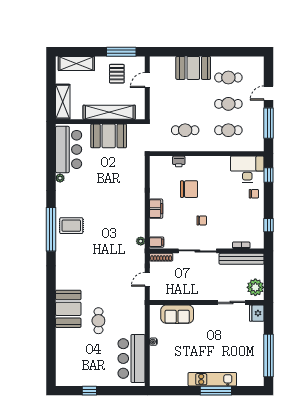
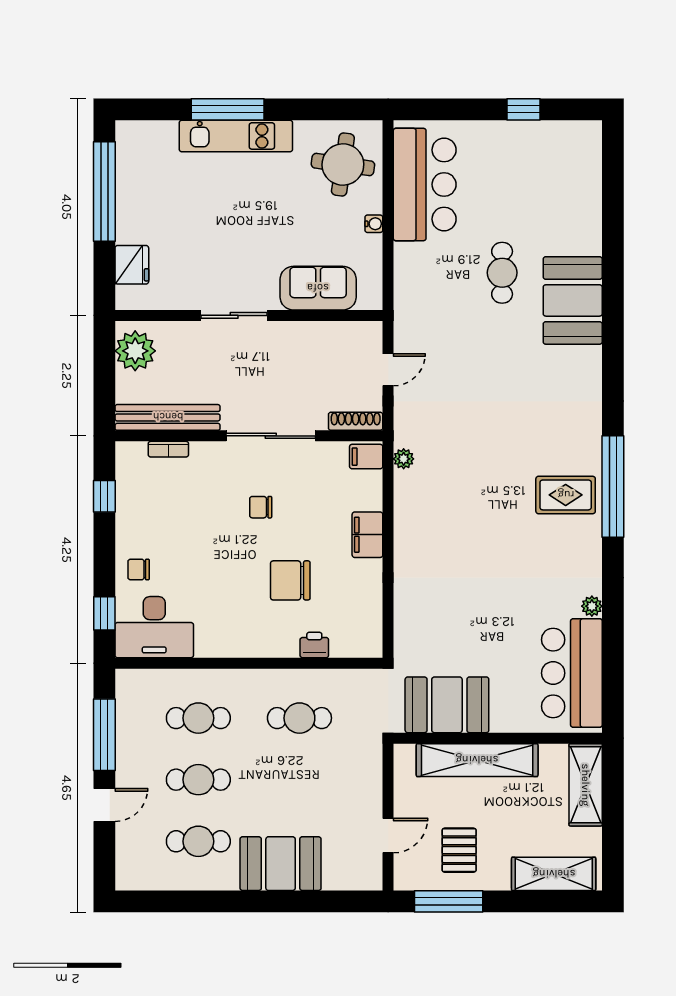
booth: (109, 136) -> (447, 705), moved
sliding door: (231, 302) -> (234, 315), moved
fridge: (257, 313) -> (132, 265), moved
round table: (167, 367) -> (343, 164), added

